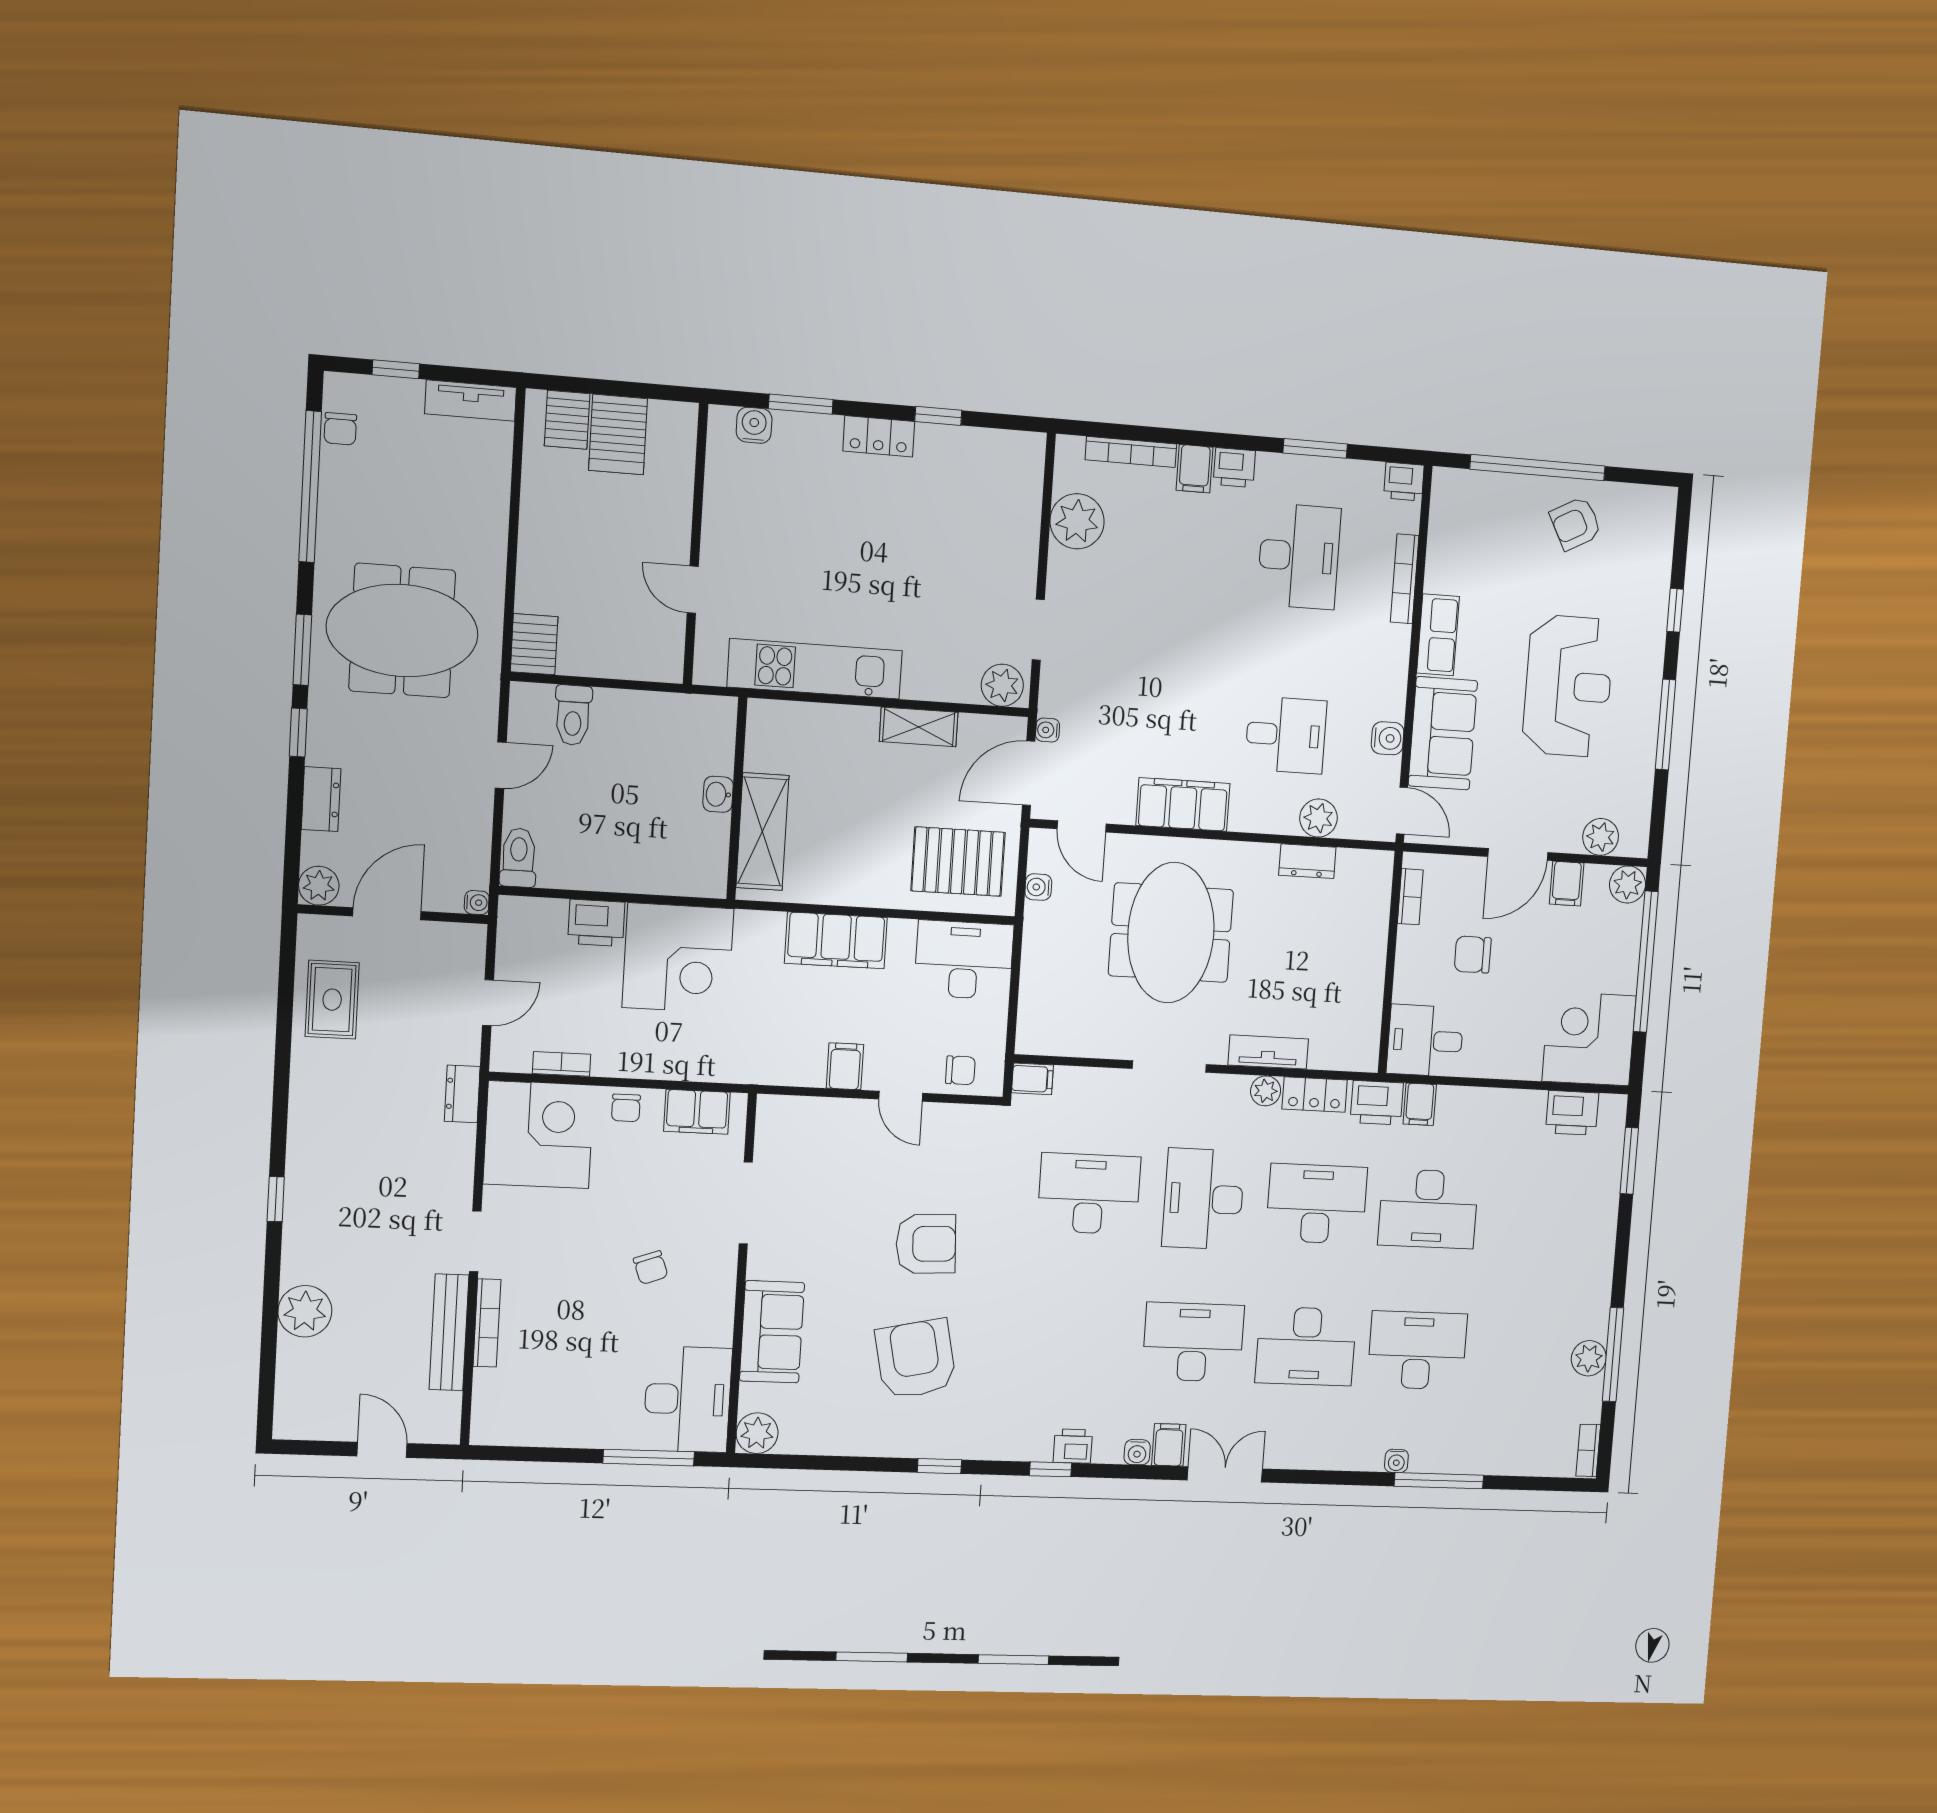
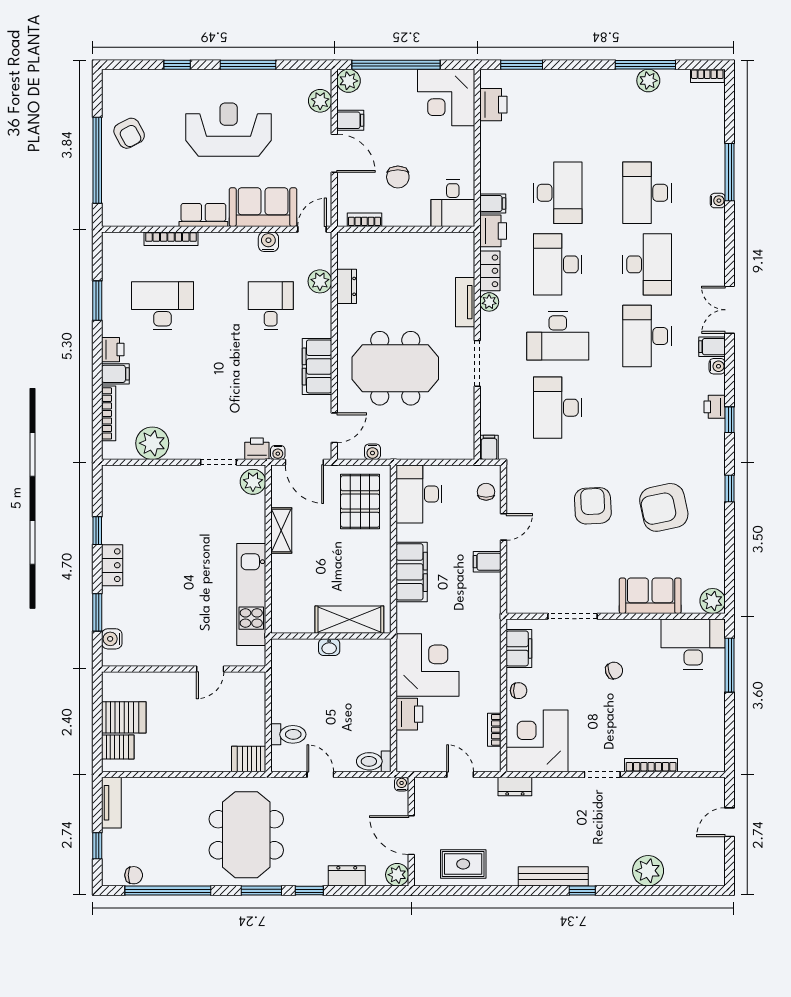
printer: (1404, 482) -> (257, 449), moved, turned -90
bench: (449, 1332) -> (553, 876), moved

